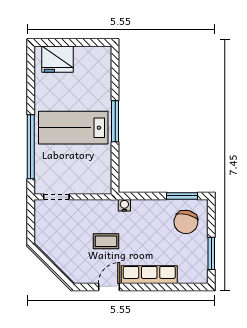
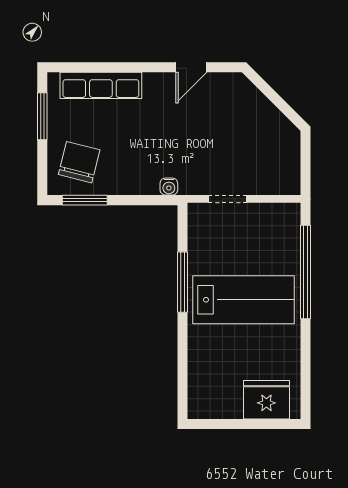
window: (115, 121) -> (183, 282), moved
doorway: (56, 197) -> (227, 199), moved
coffee table: (106, 241) -> (196, 134), removed
row of seats: (149, 275) -> (101, 85), moved

